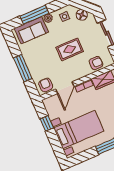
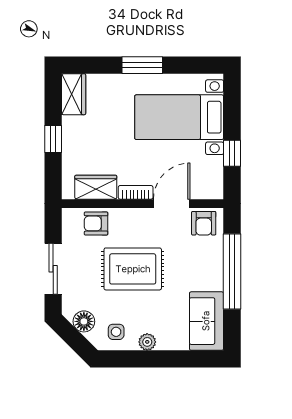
window: (34, 15) -> (169, 359), removed
sofa: (31, 30) -> (206, 321), moved, turned -90
rug: (70, 49) -> (133, 269), width x1.36, depth x1.43
window: (23, 68) -> (232, 271), width x1.46

